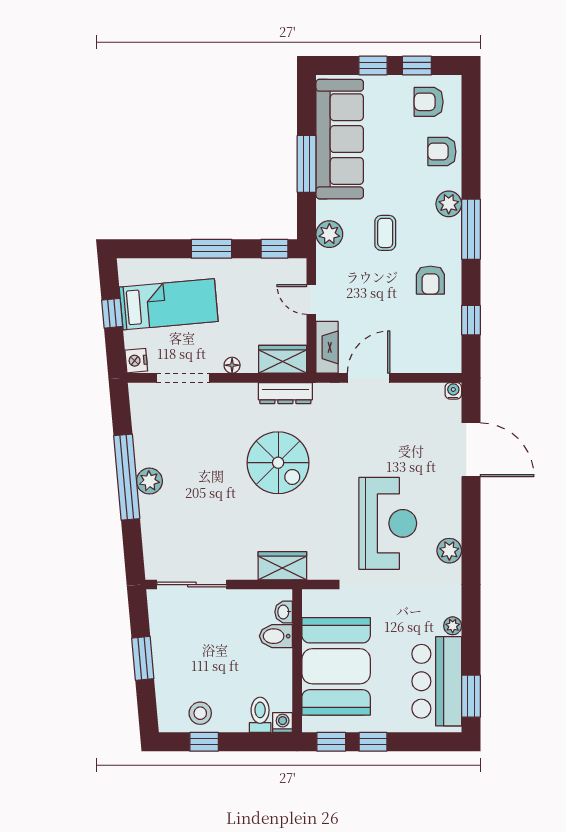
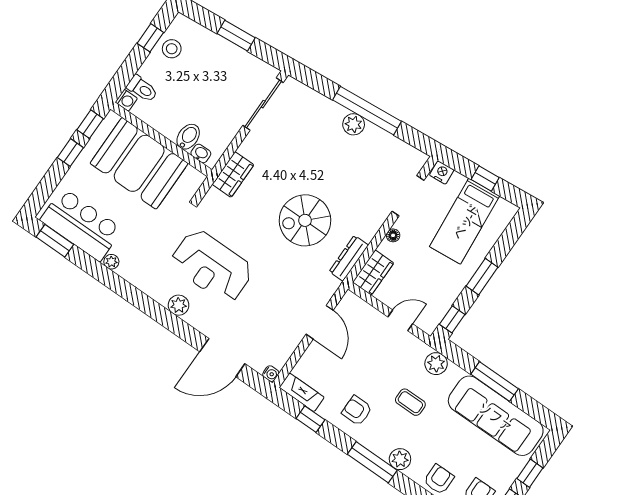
fireplace: (327, 347) -> (302, 392), moved, turned 180
plant: (449, 551) -> (179, 305), moved

